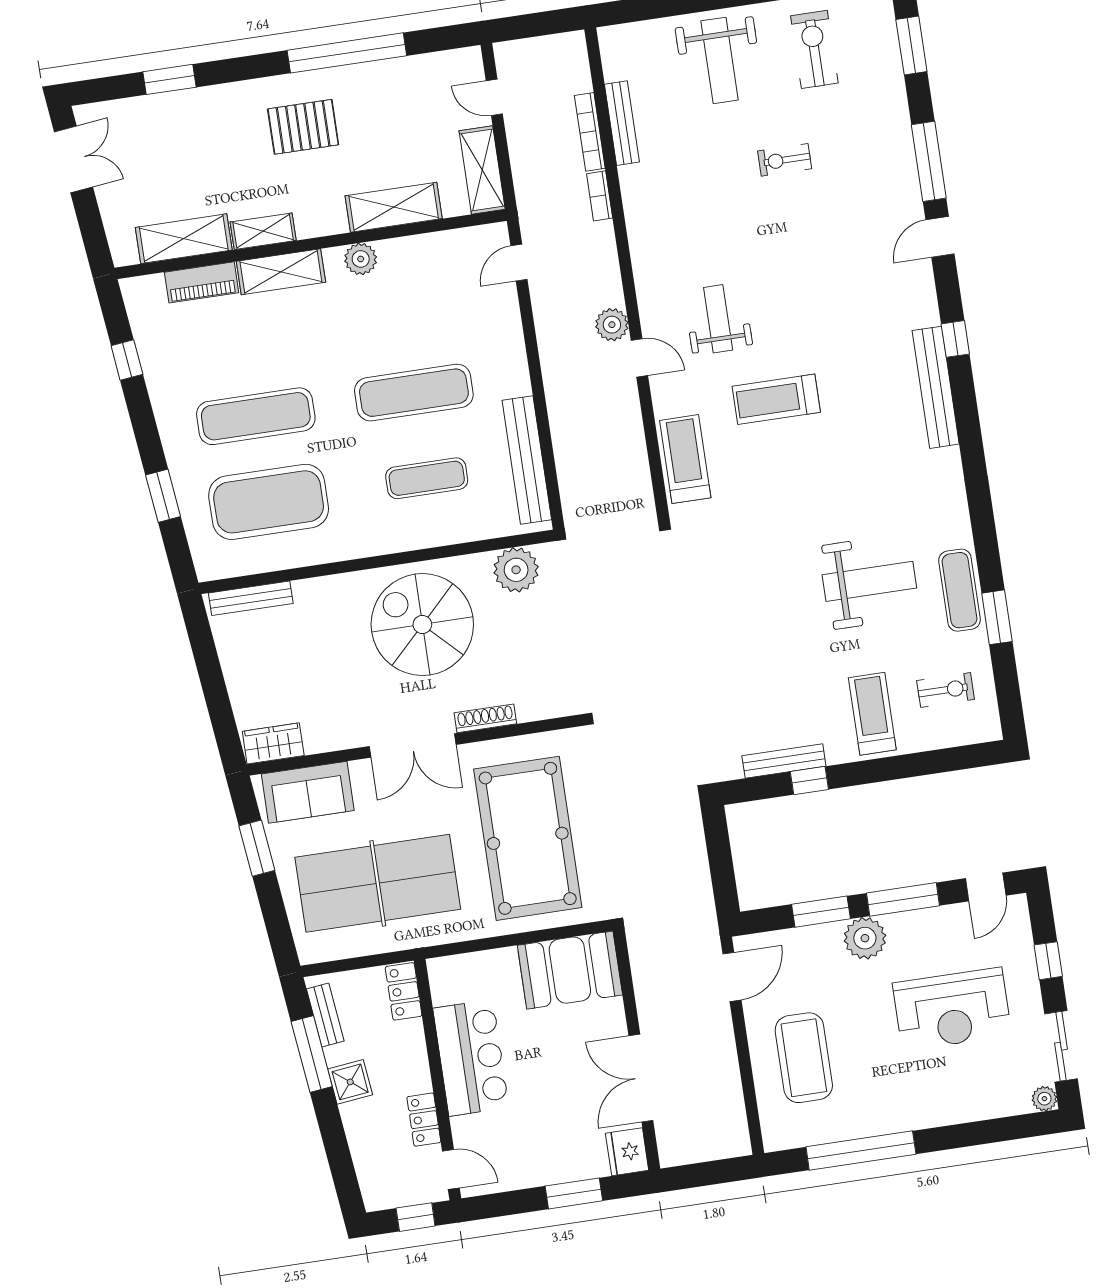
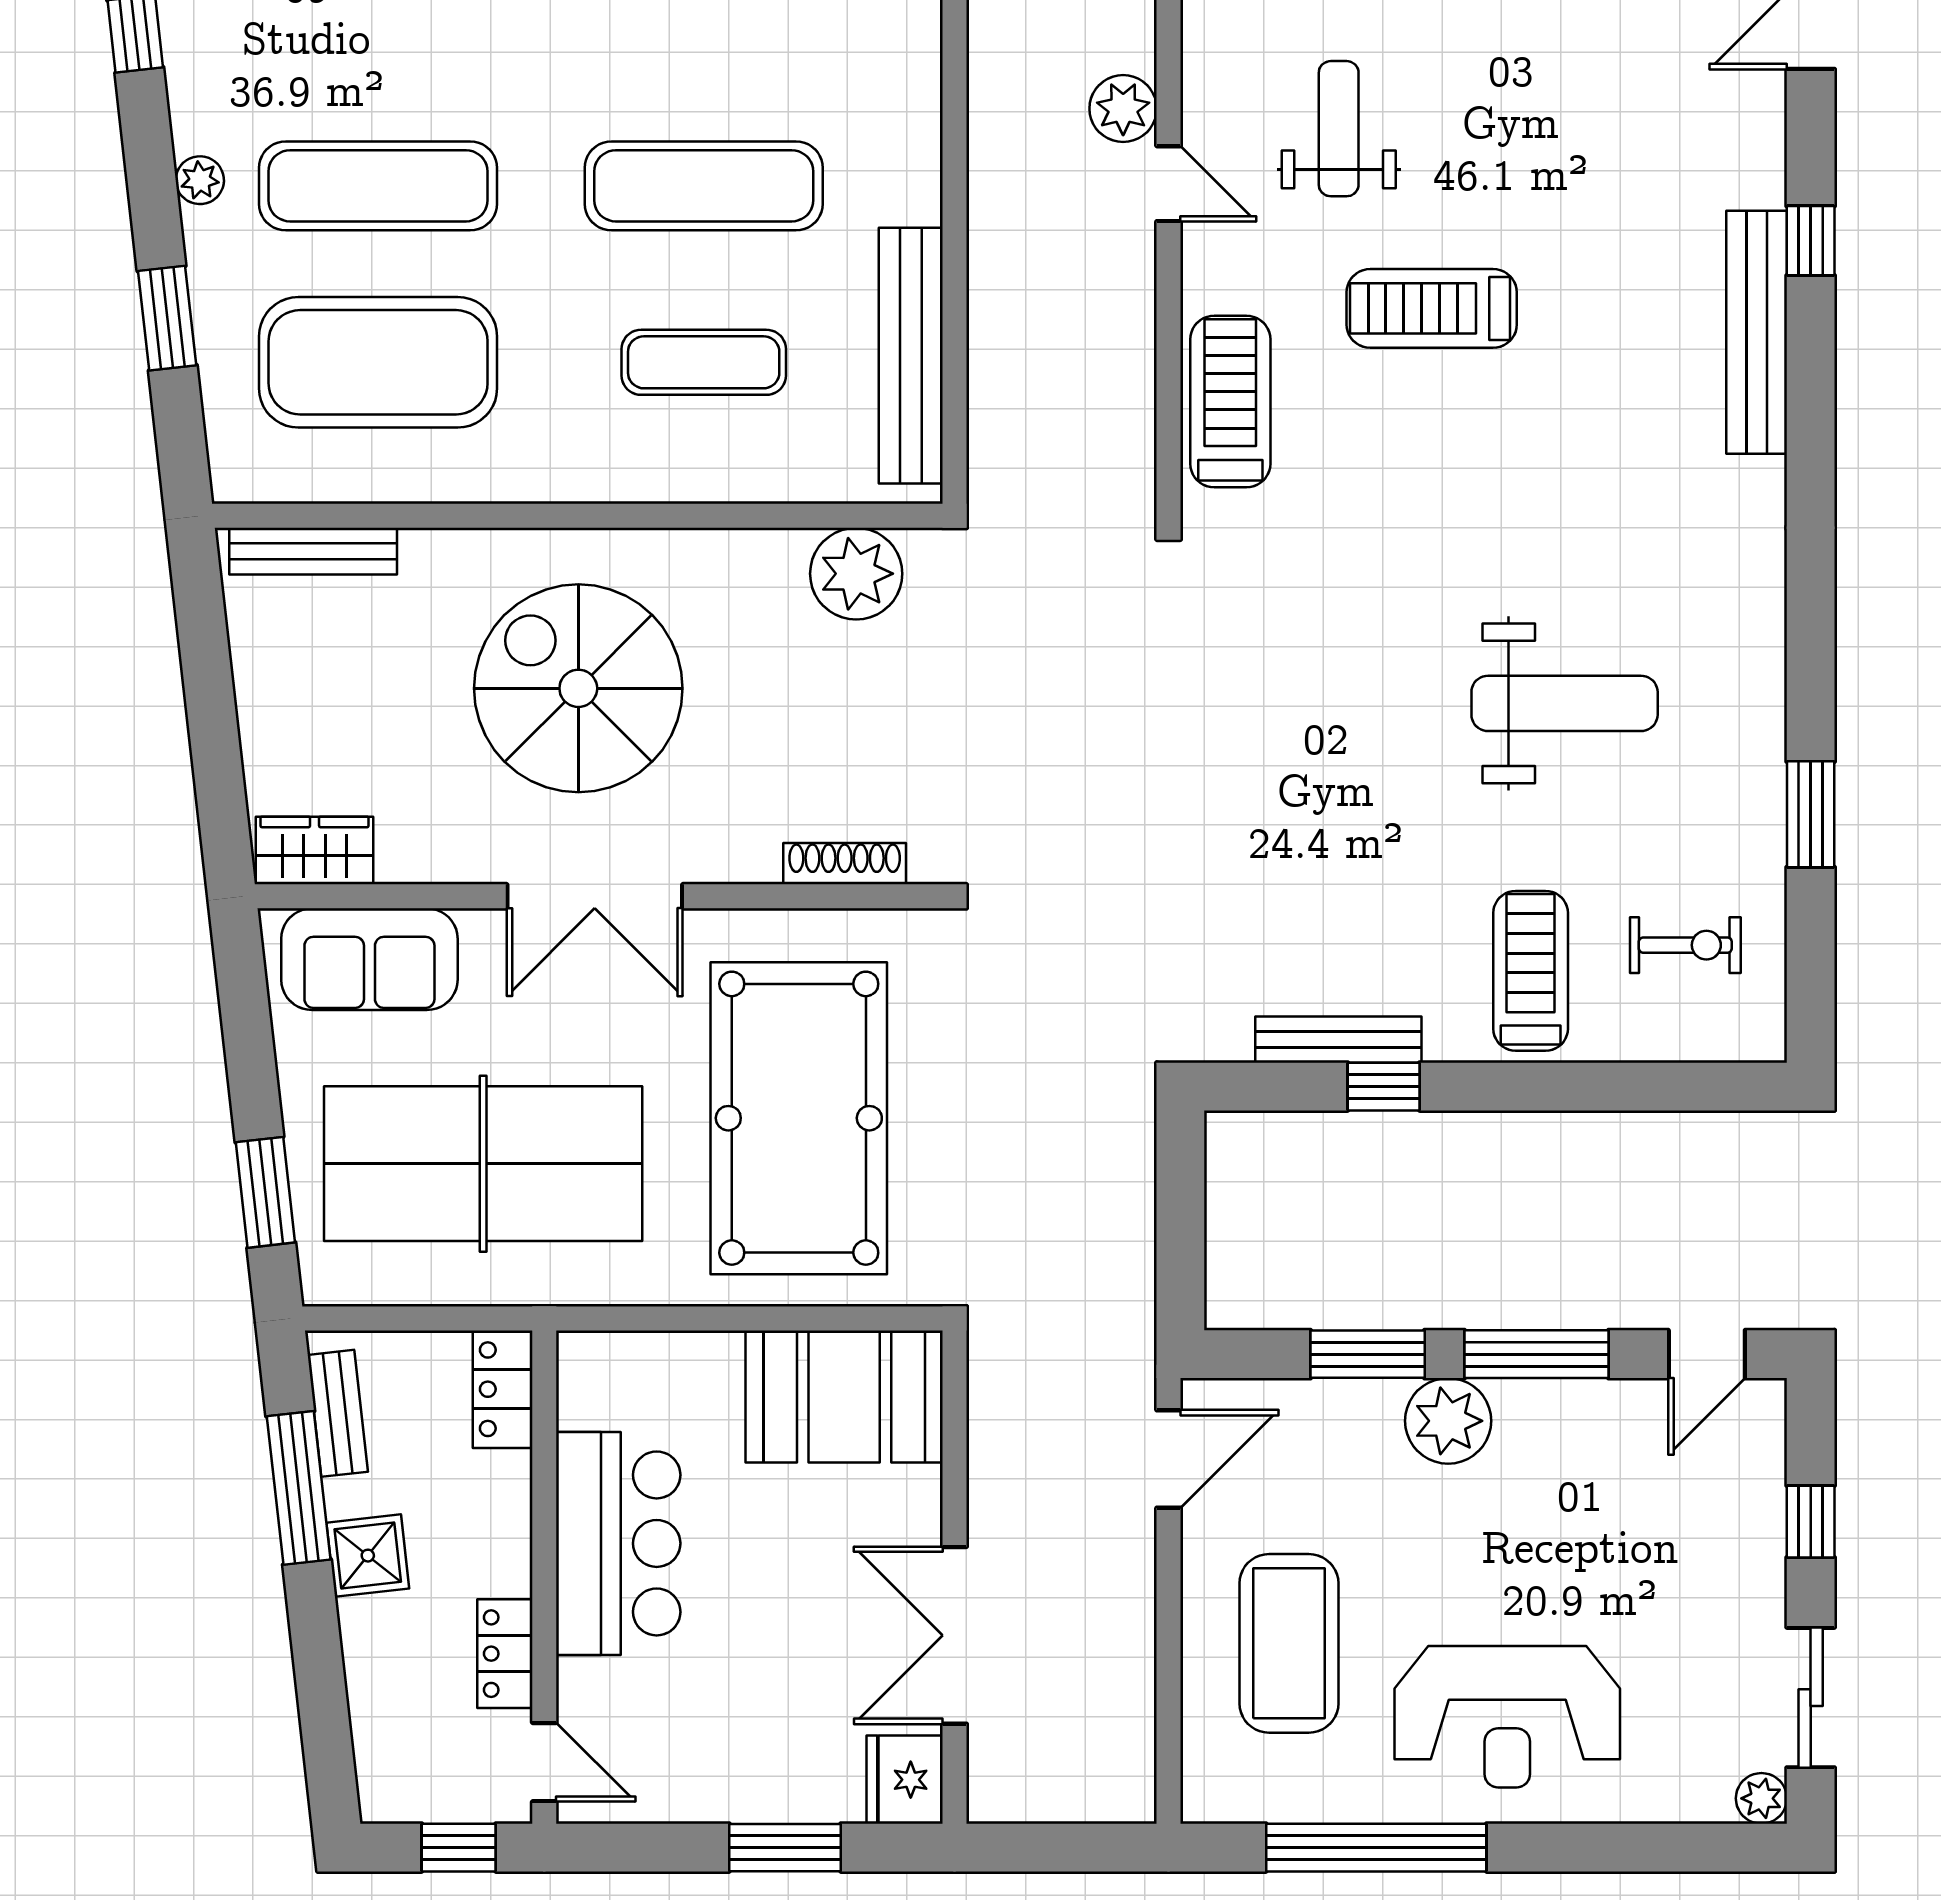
plant: (169, 426) -> (200, 180), added
exercise mat: (960, 590) -> (1743, 748), removed
spiral stairs: (422, 625) -> (578, 688), moved
shoe rack: (485, 718) -> (845, 864), moved
window: (257, 848) -> (265, 1192), moved
reception desk: (952, 1009) -> (1507, 1717), moved

